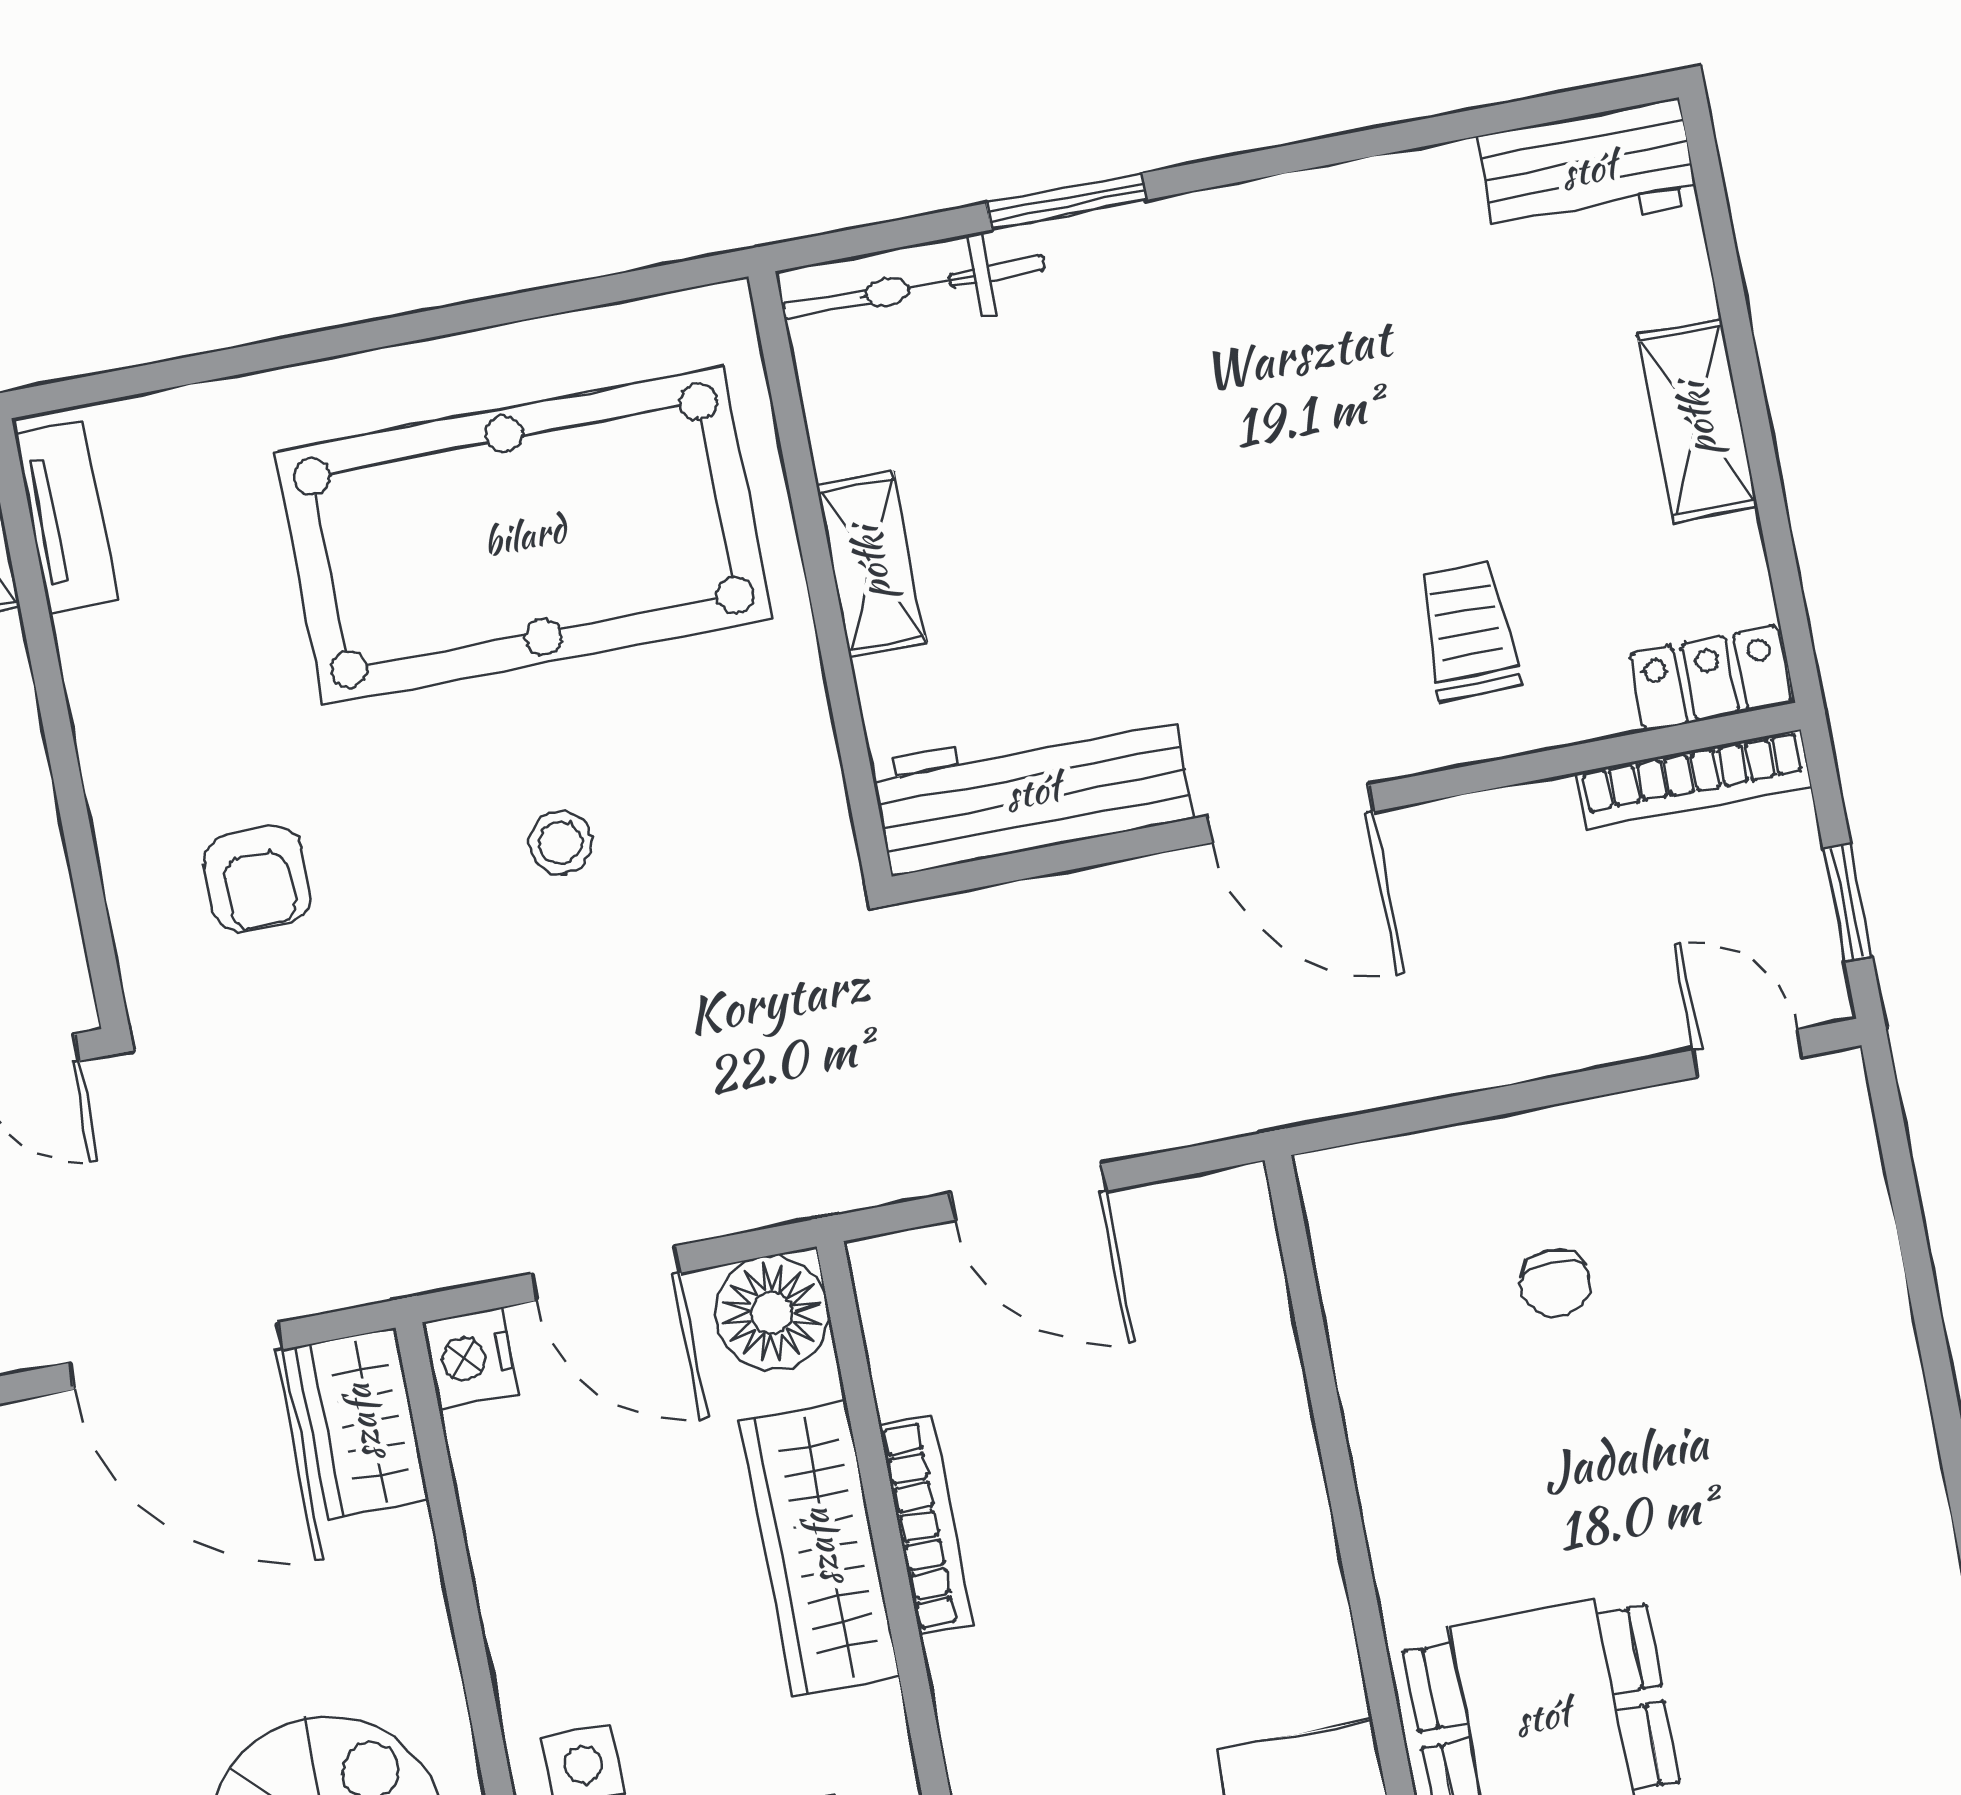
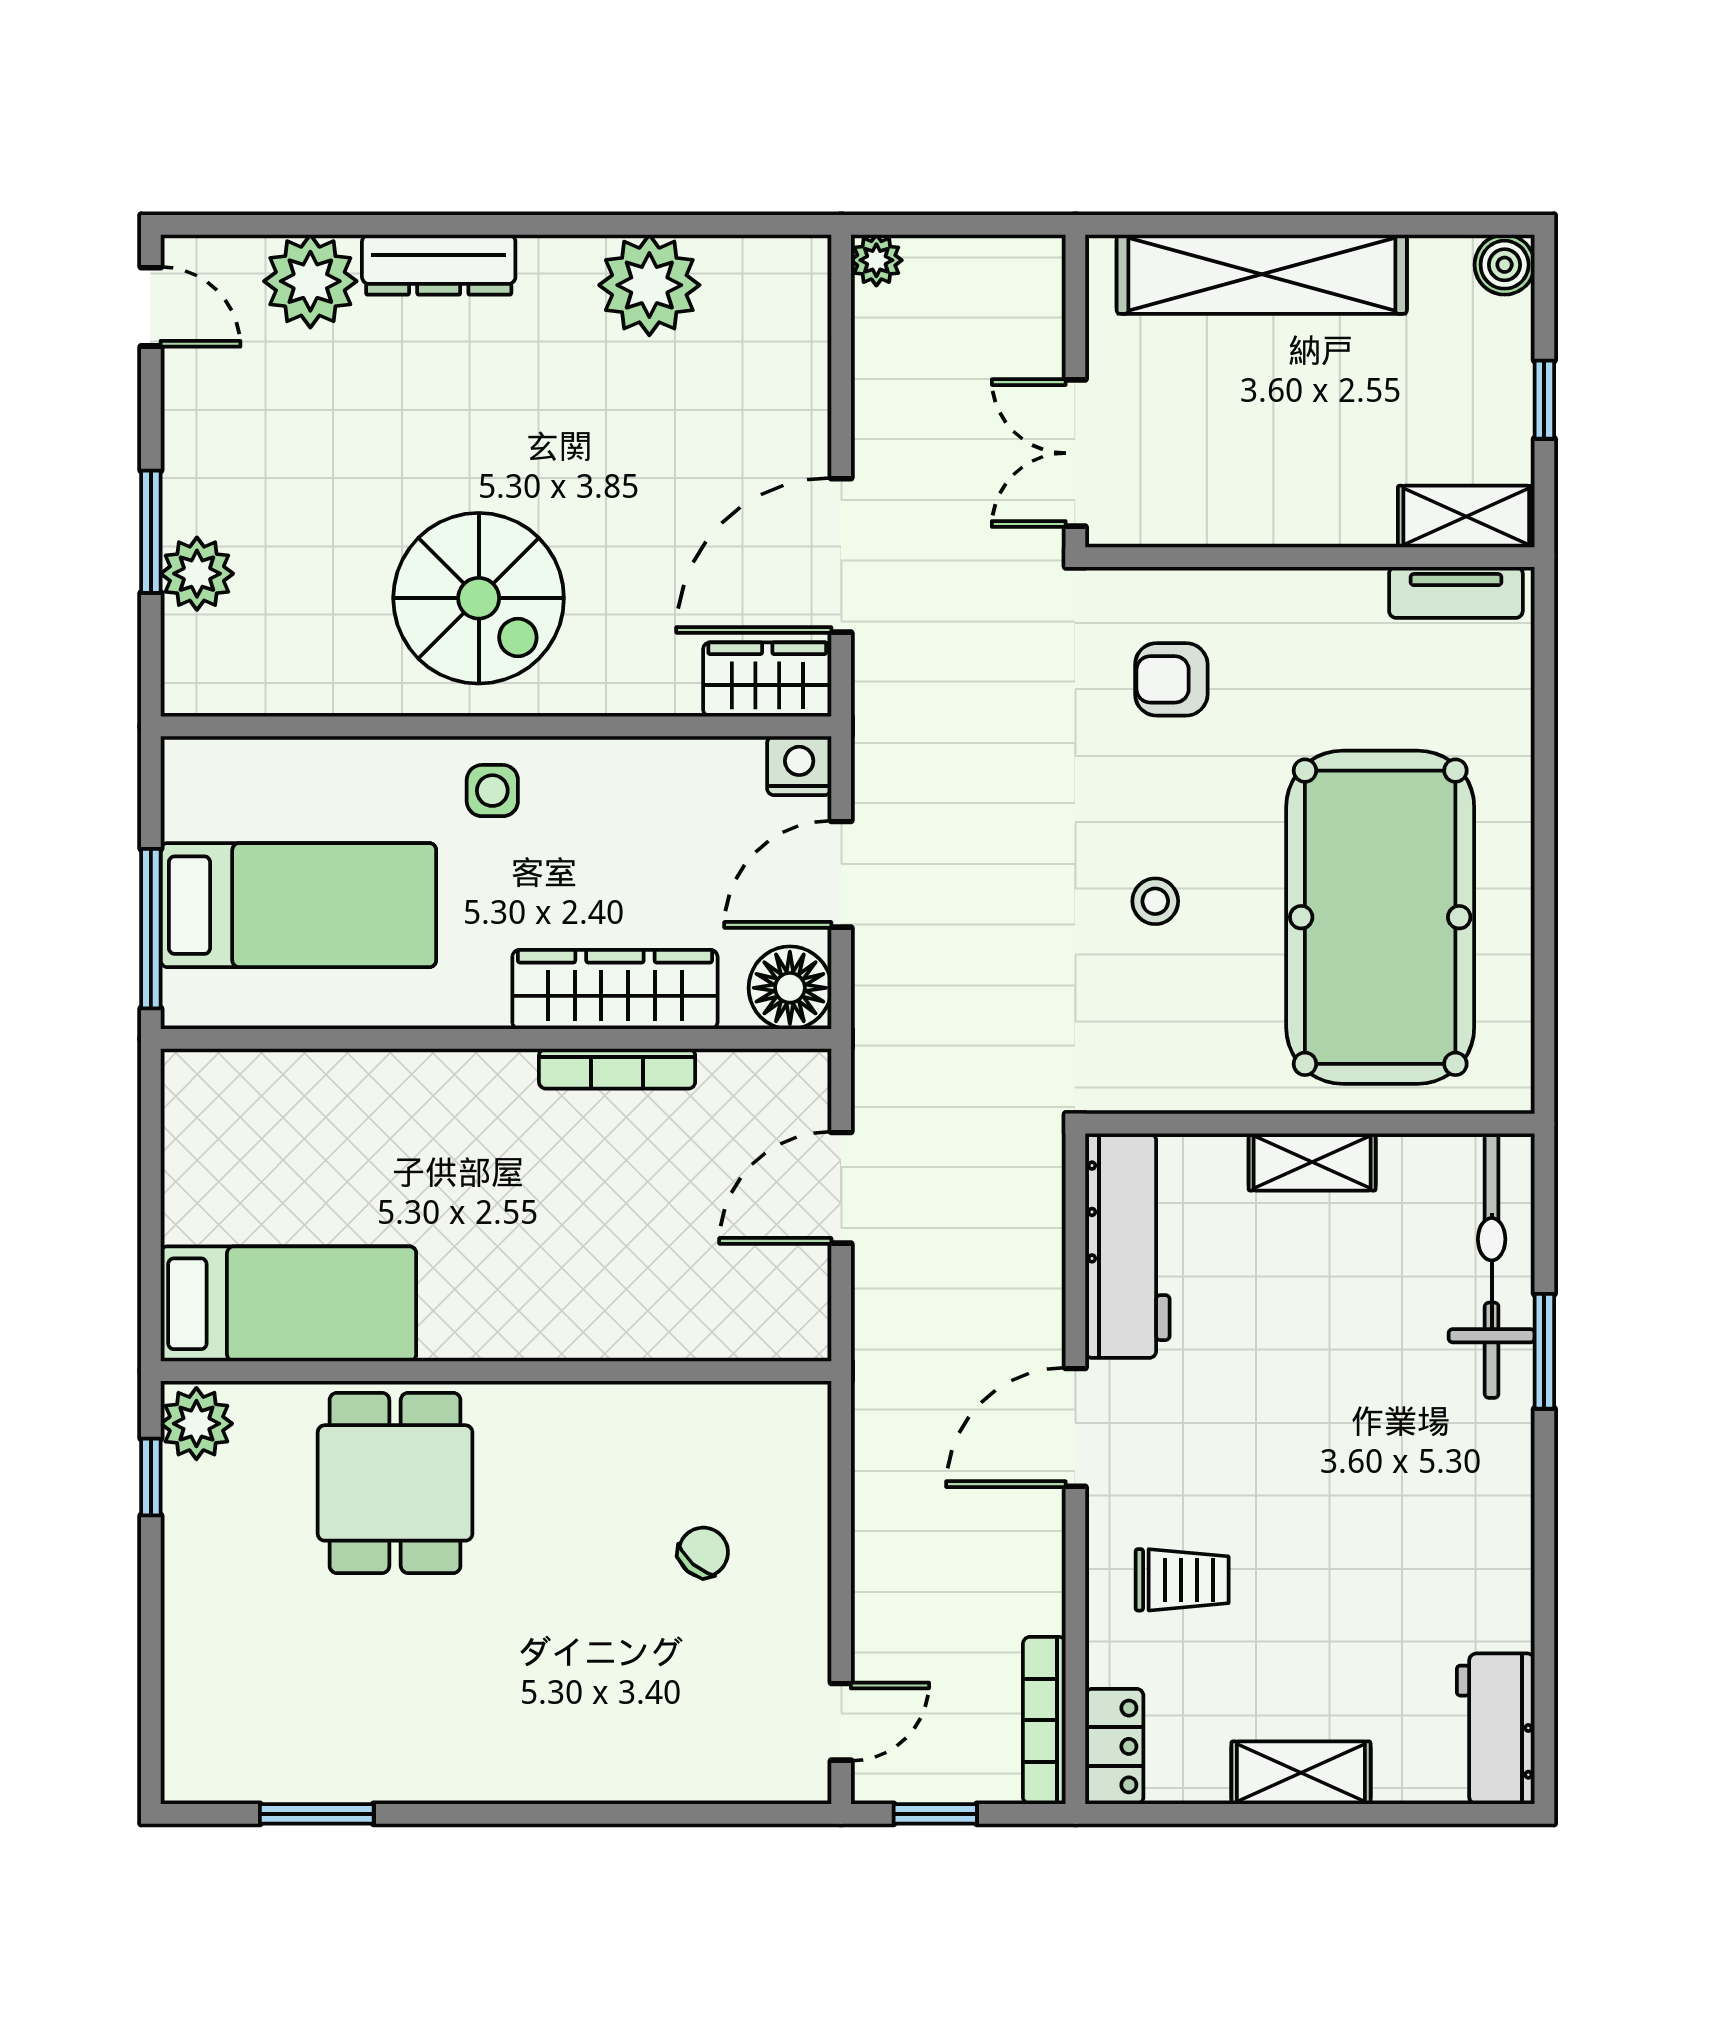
bicycle: (913, 288) -> (1492, 1266), width x1.37, depth x1.40
chair: (1555, 1283) -> (703, 1552), turned 131

